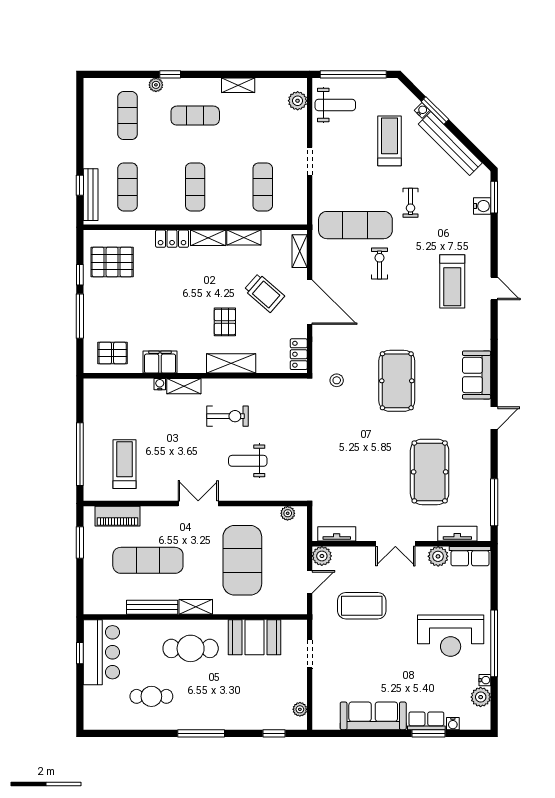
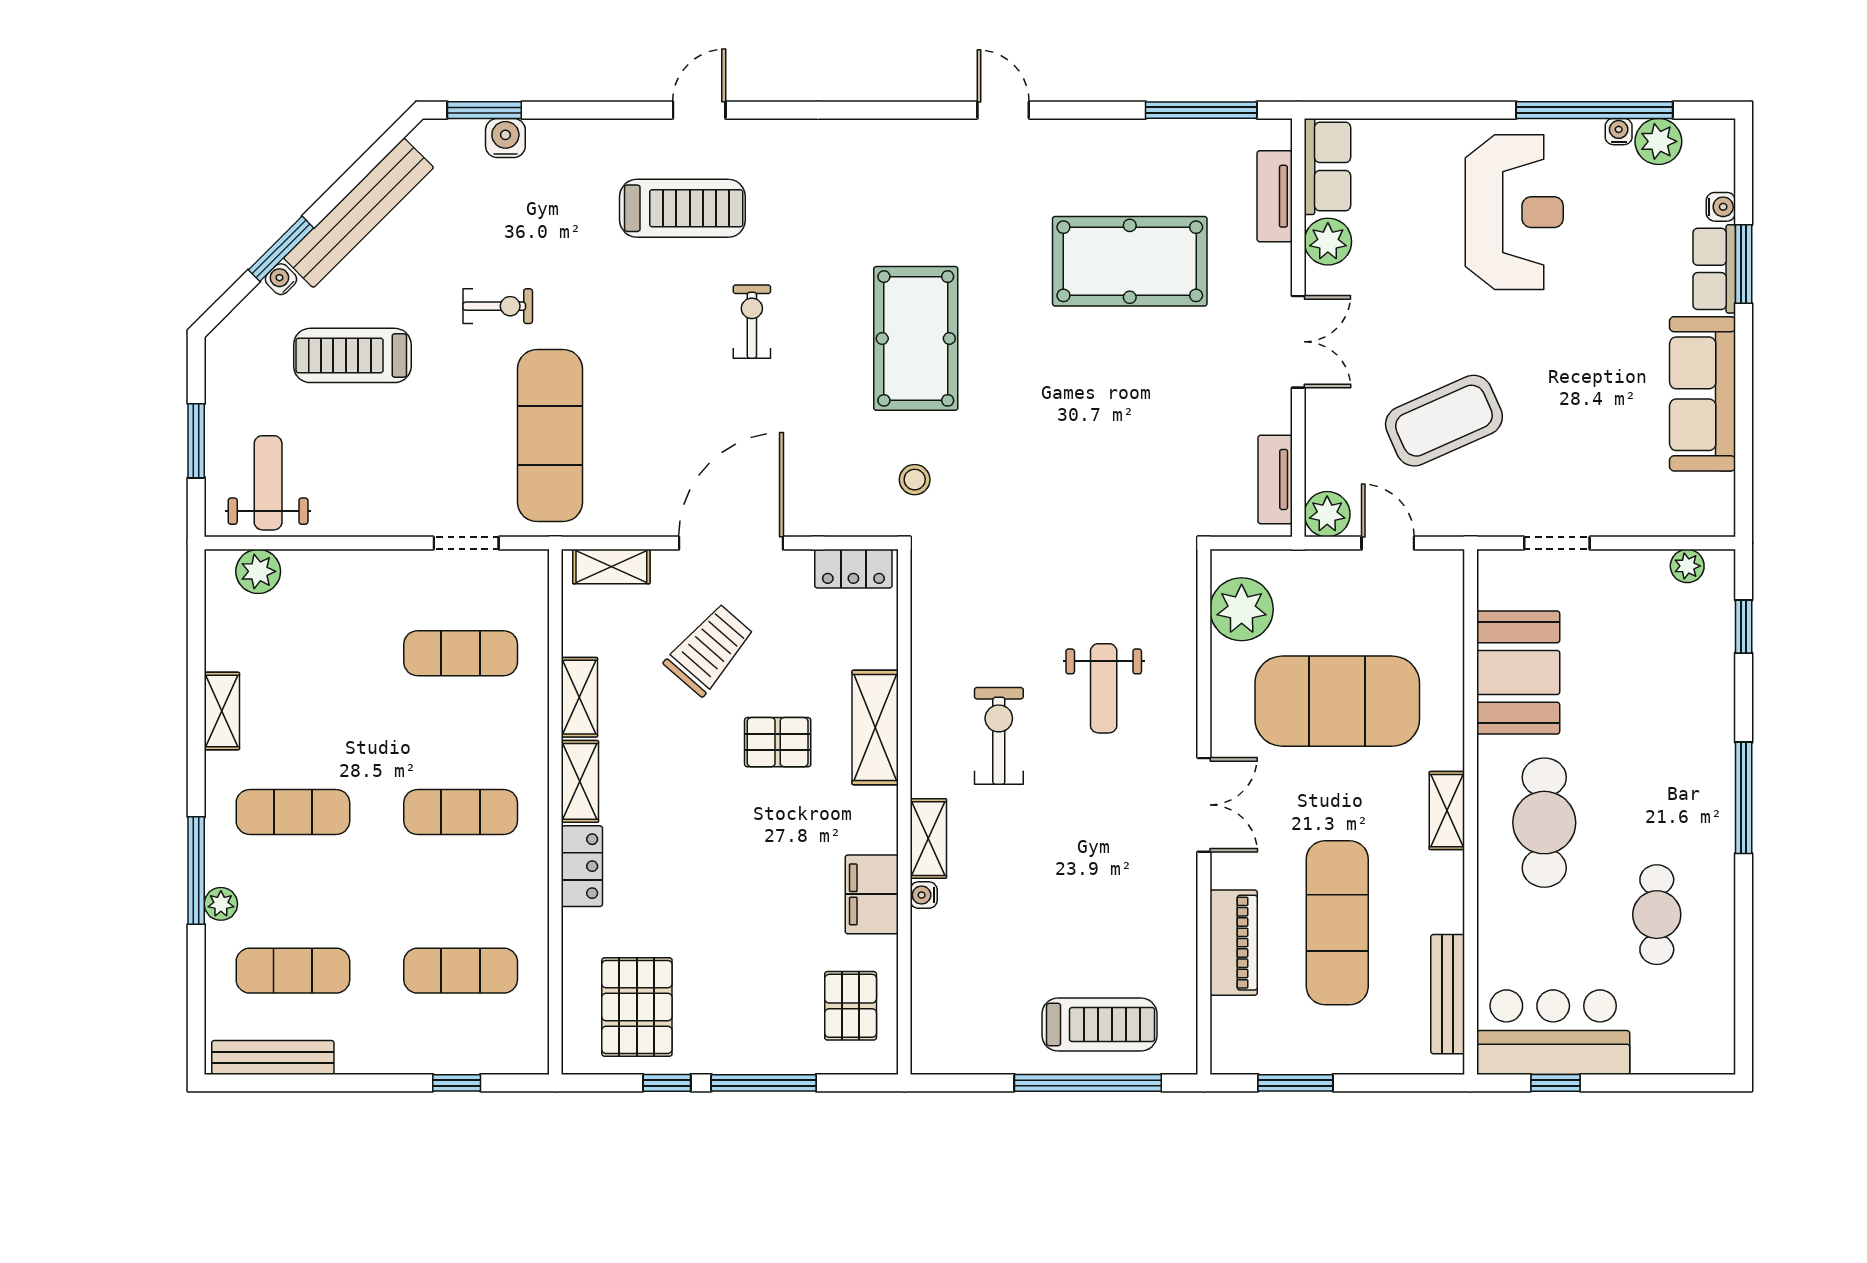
window: (170, 74) -> (196, 871), width x2.17
window: (353, 74) -> (196, 441), width x0.47
exercise mat: (195, 116) -> (293, 812), turned 90
doorway: (310, 161) -> (466, 543), moved
bench: (91, 195) -> (273, 1058), moved
exercise bike: (380, 263) -> (752, 322), moved, turned 90
sofa: (477, 375) -> (902, 151), removed
pool table: (397, 381) -> (916, 338), turned 90
treadmill: (124, 464) -> (1099, 1025), moved, turned 180
double door: (198, 503) -> (1204, 805), swing flipped
plant: (288, 513) -> (1242, 609), width x1.87, depth x1.87
piano: (117, 516) -> (1234, 943), moved
coffee table: (362, 606) -> (1444, 421), turned 66
bench: (152, 607) -> (1448, 994), moved
window: (494, 643) -> (1594, 110), moved

